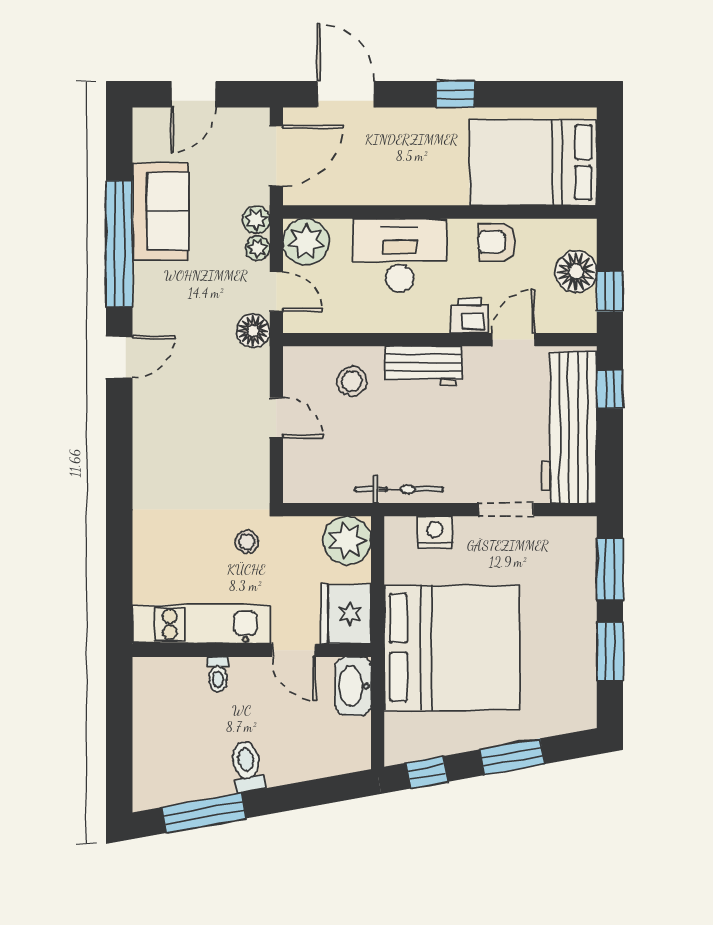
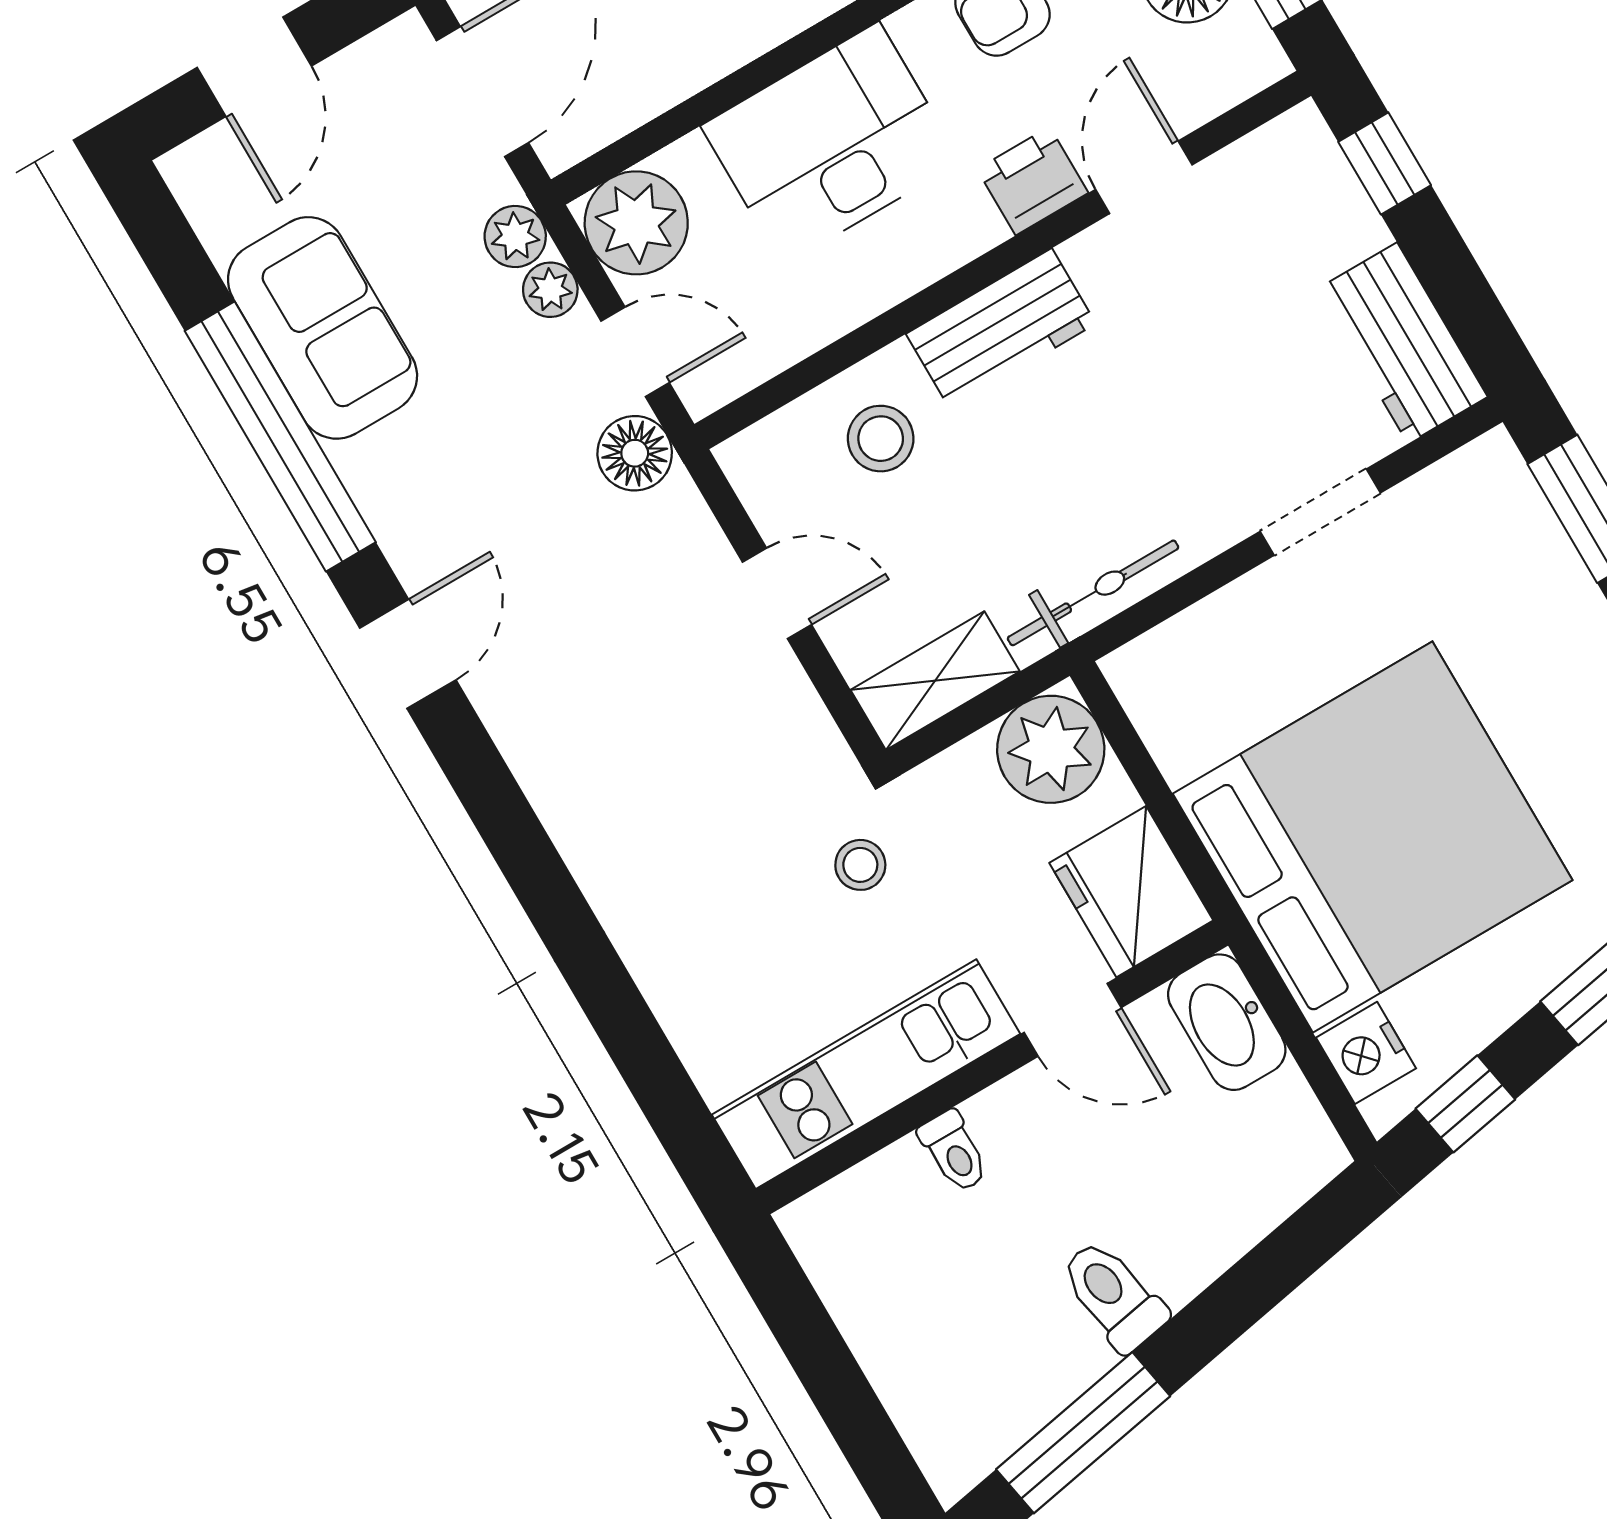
workbench: (569, 427) -> (1402, 343), width x0.53, depth x0.76
shelving: (318, 487) -> (935, 681), added
nightstand: (435, 532) -> (1366, 1053), moved, turned -90

